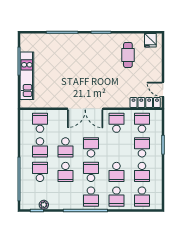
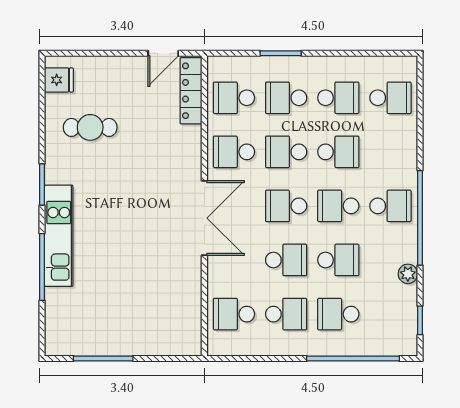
kitchen unit: (27, 76) -> (59, 236), moved, turned 90
school desk: (116, 197) -> (286, 152), moved, turned 180
plant: (44, 205) -> (408, 274), moved

